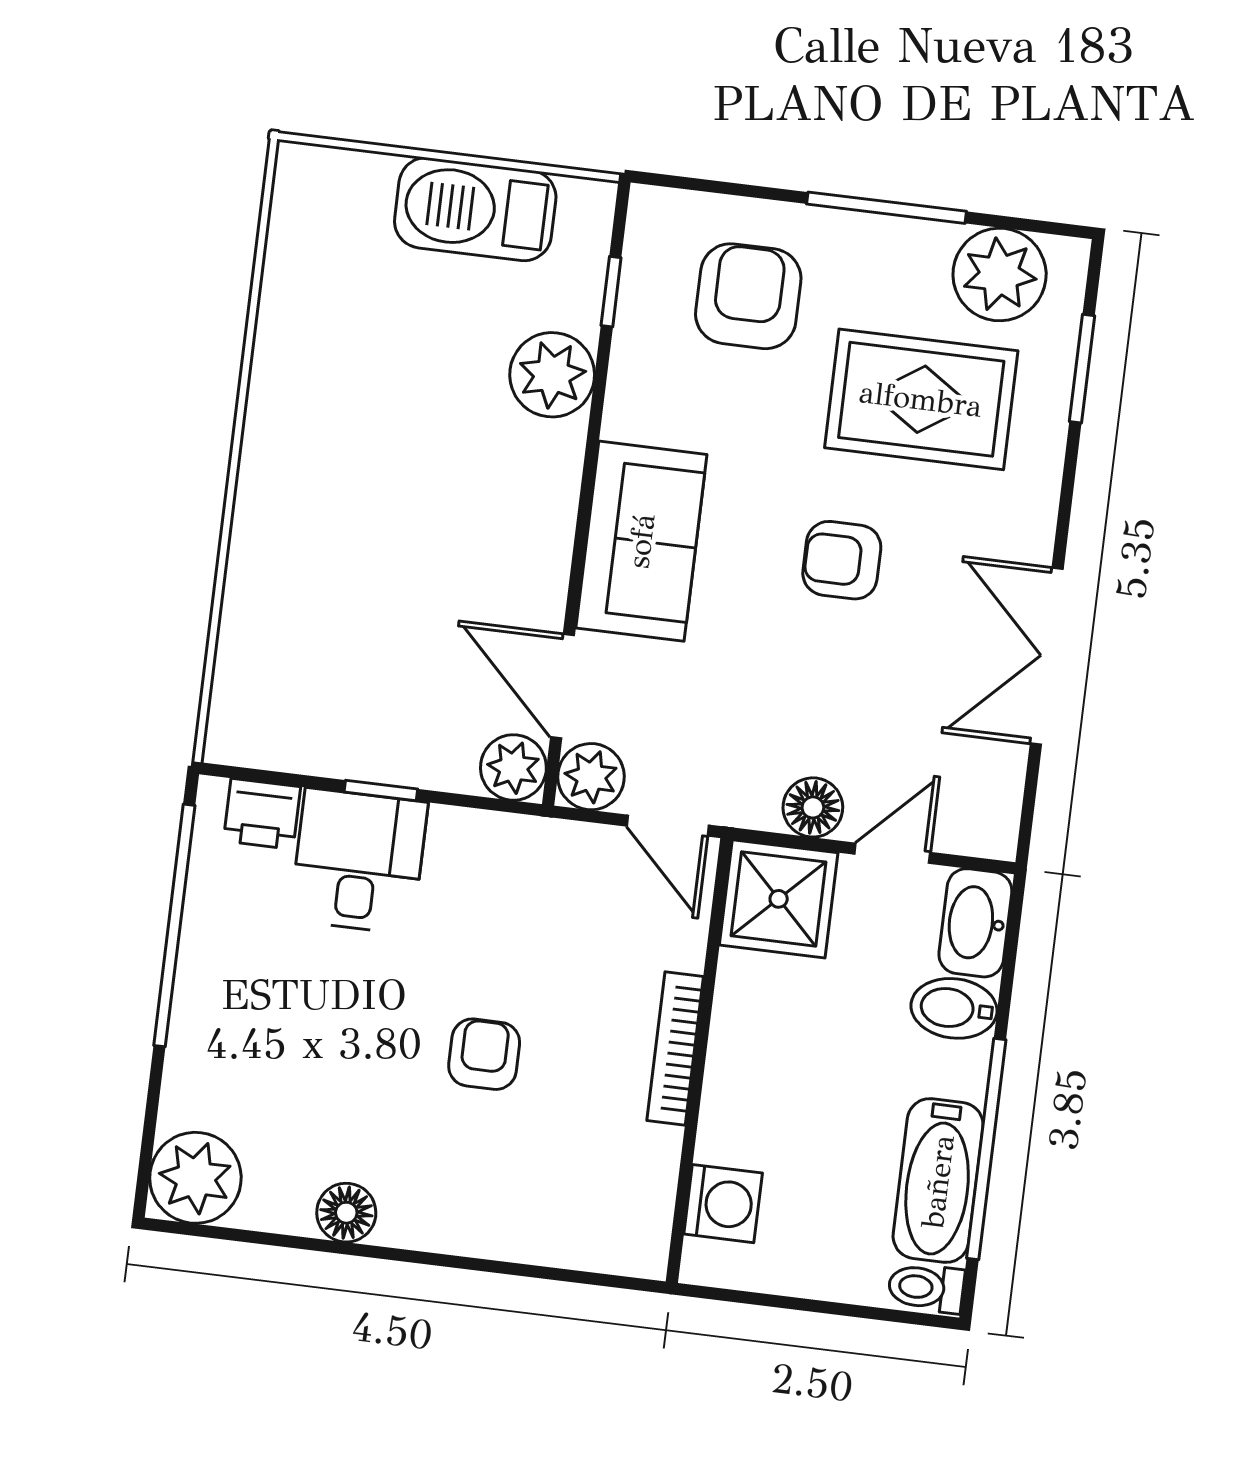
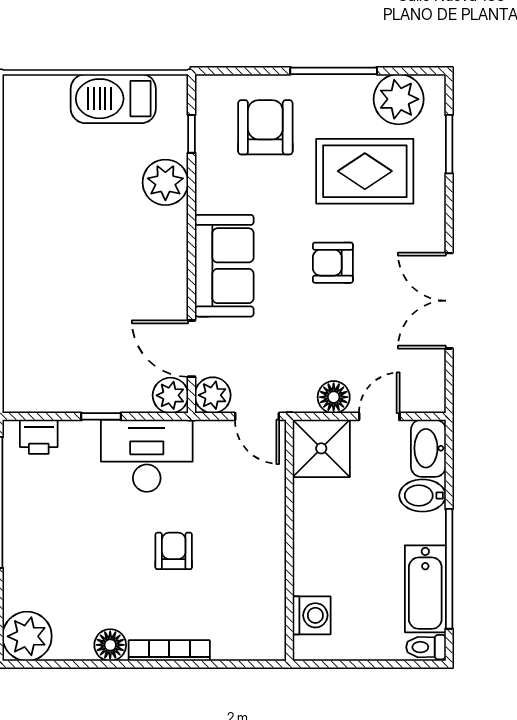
desk: (359, 861) -> (147, 456), moved, width x1.37
bookcase: (675, 1049) -> (169, 651), moved, turned 90

